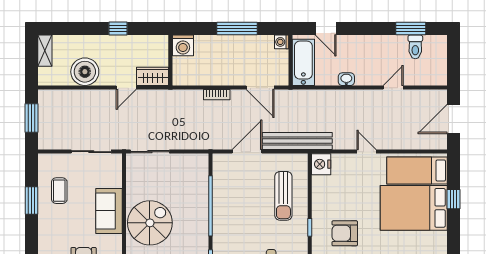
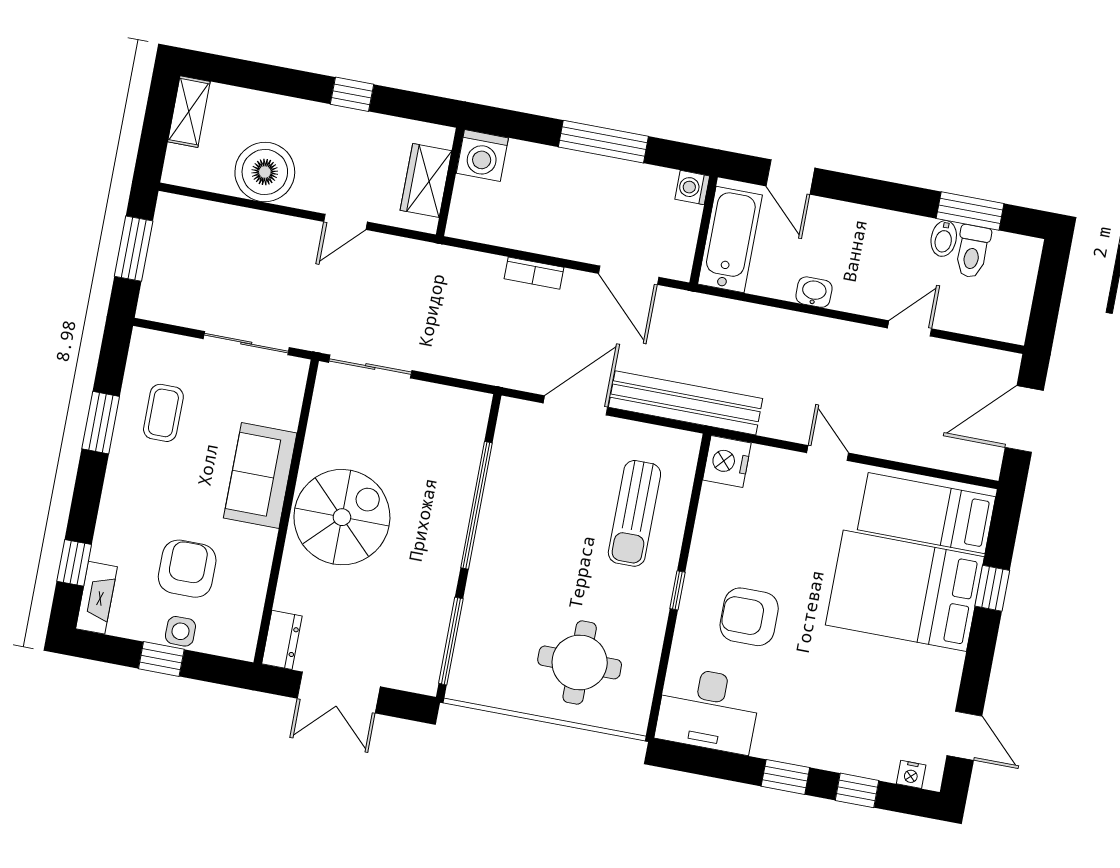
bidet: (401, 43) -> (944, 238), added
wardrobe: (153, 76) -> (426, 181), moved, turned -90

